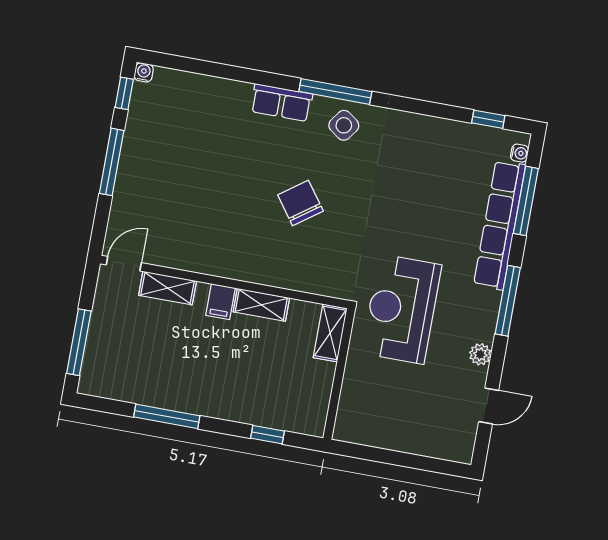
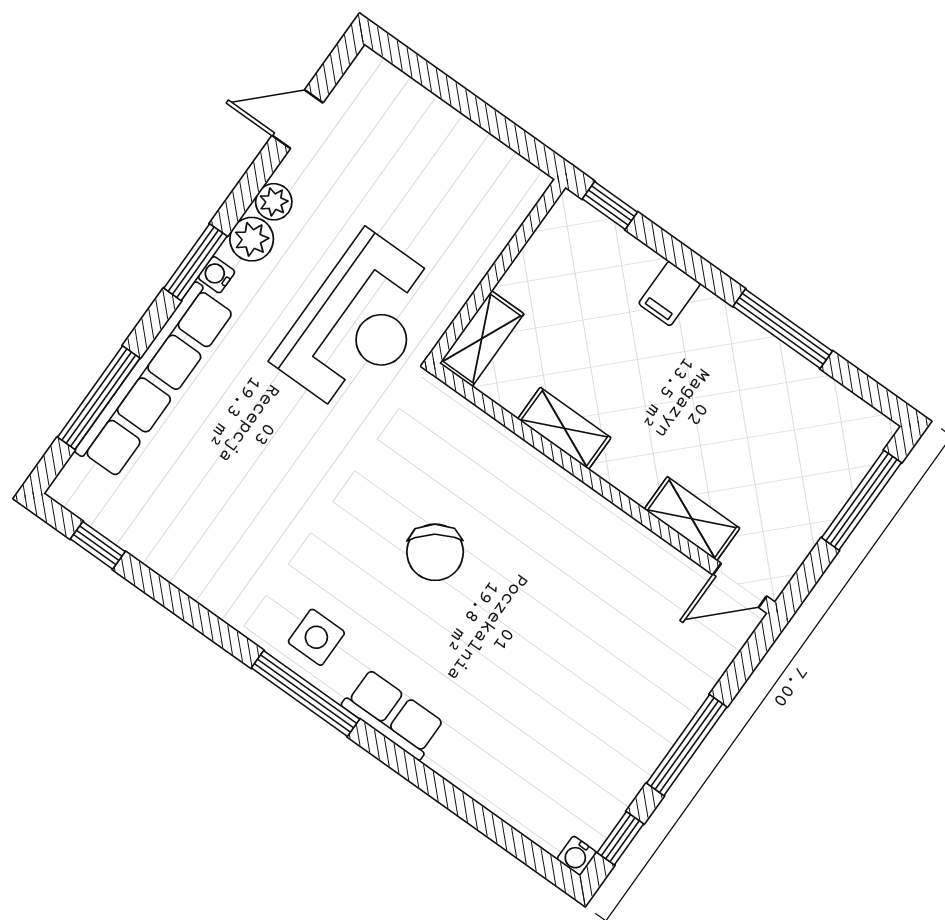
side table: (344, 125) -> (316, 637), turned -36
water cooler: (519, 153) -> (217, 275), moved
window: (508, 301) -> (195, 262), width x0.69
filing cabinet: (221, 302) -> (669, 294), moved, turned 180
plant: (483, 328) -> (252, 239), added
window: (267, 435) -> (610, 205), moved

